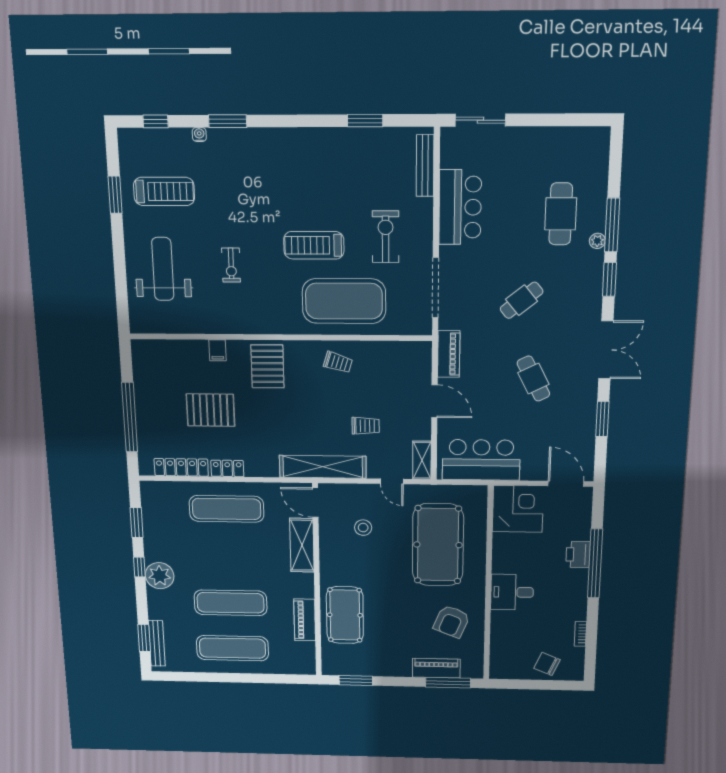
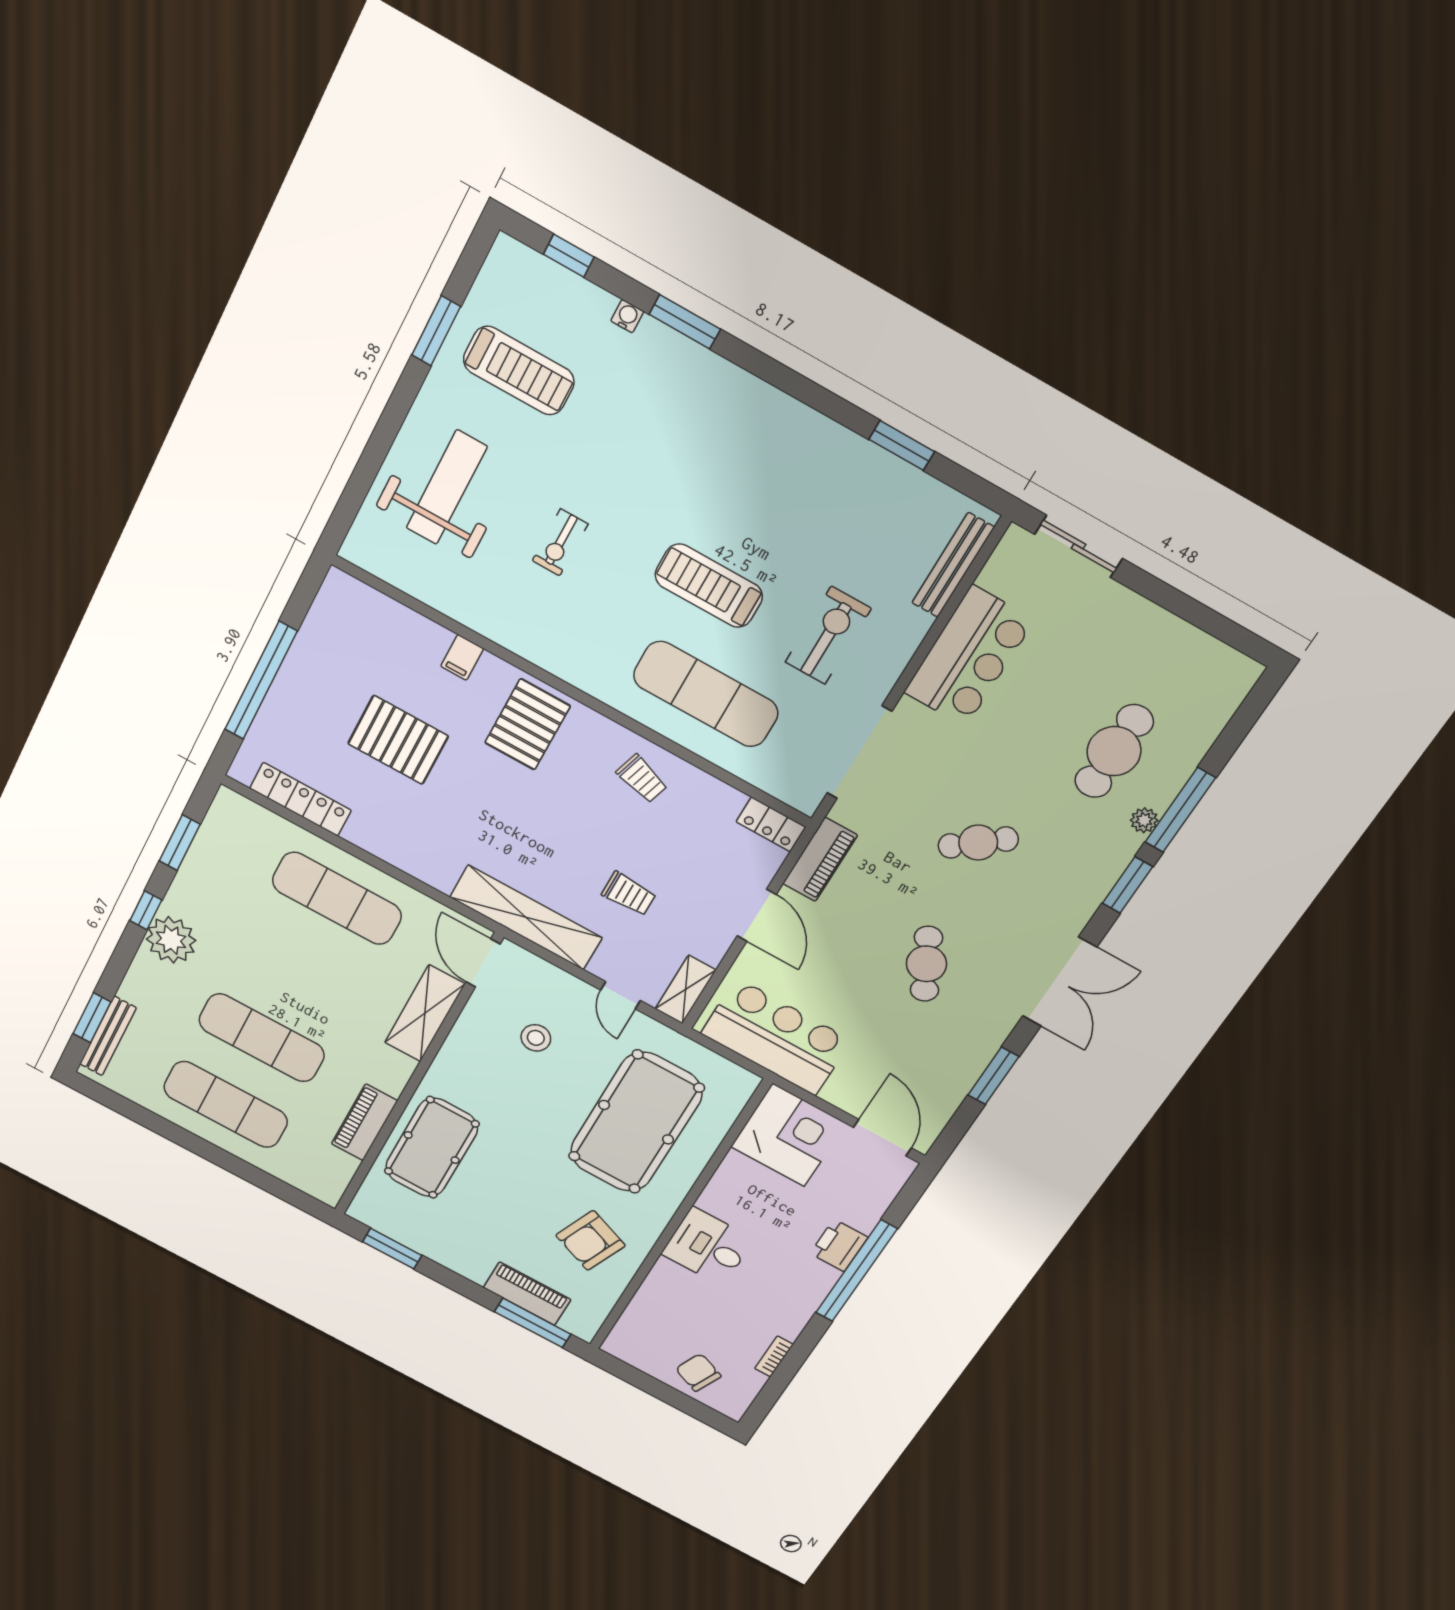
exercise mat: (344, 301) -> (706, 694), width x0.68
locker: (227, 468) -> (771, 824), moved, turned 180

